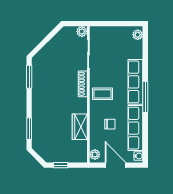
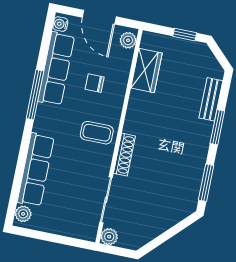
row of seats: (135, 82) -> (36, 170), moved
window: (145, 97) -> (35, 95), moved
wardrobe: (80, 127) -> (146, 71), moved
window: (29, 129) -> (217, 127), moved
bench: (37, 129) -> (211, 99), added

